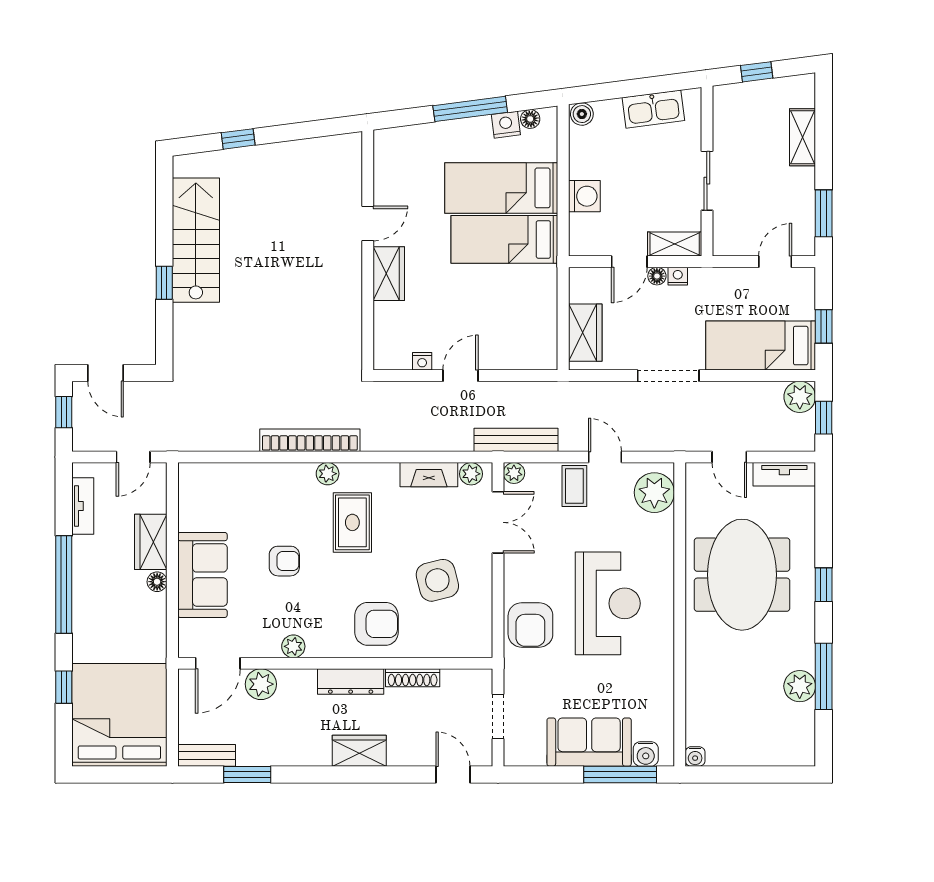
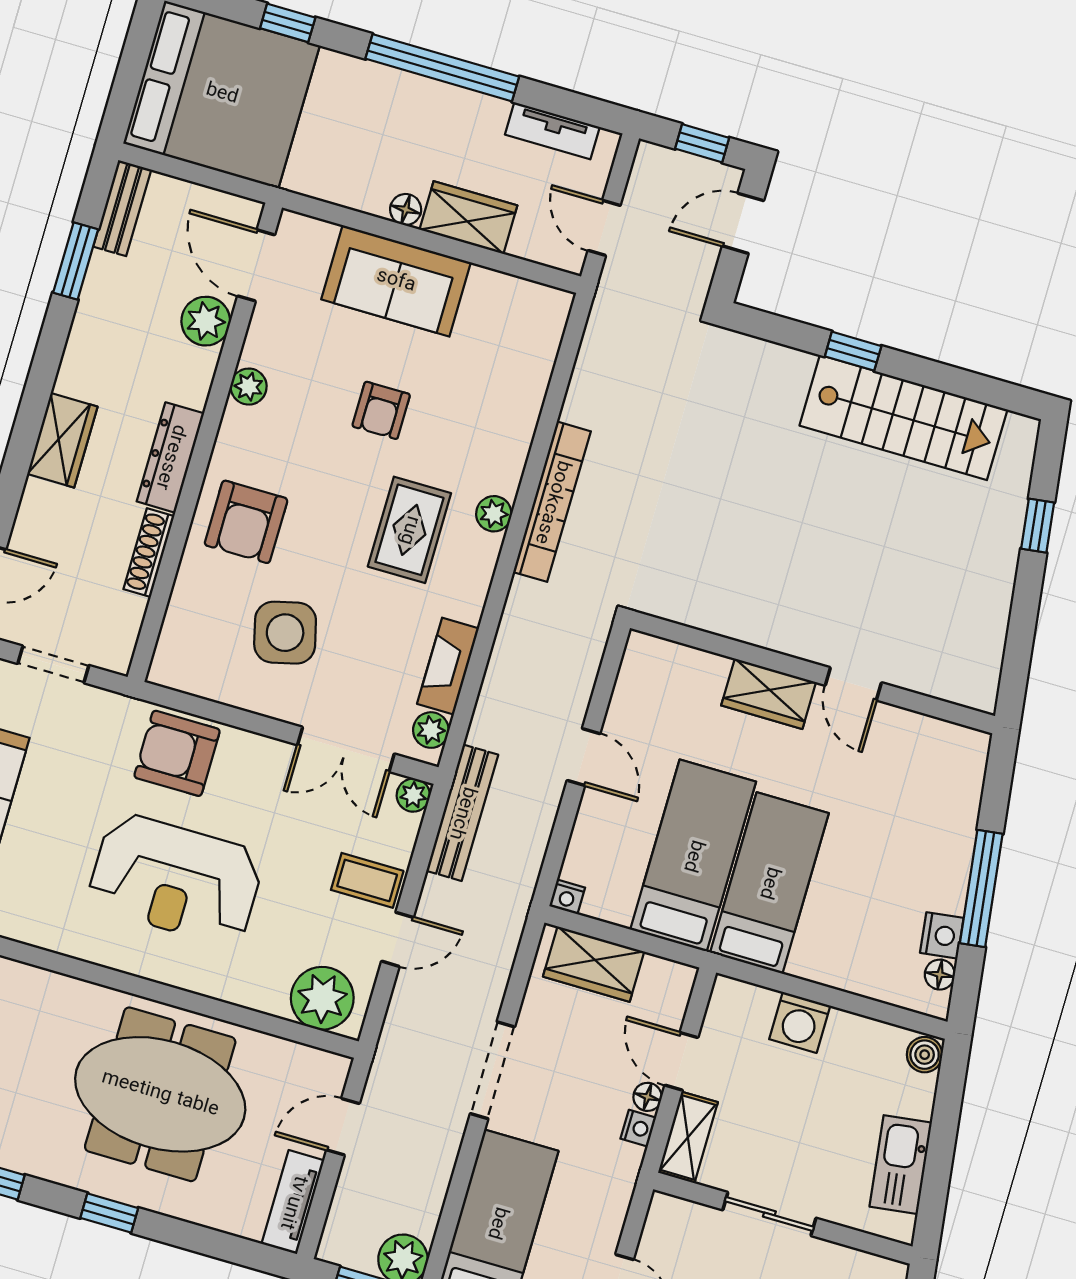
bed: (501, 188) -> (693, 856), moved
nightstand: (422, 361) -> (567, 897), moved, turned -90
rug: (352, 522) -> (409, 530), turned 90

